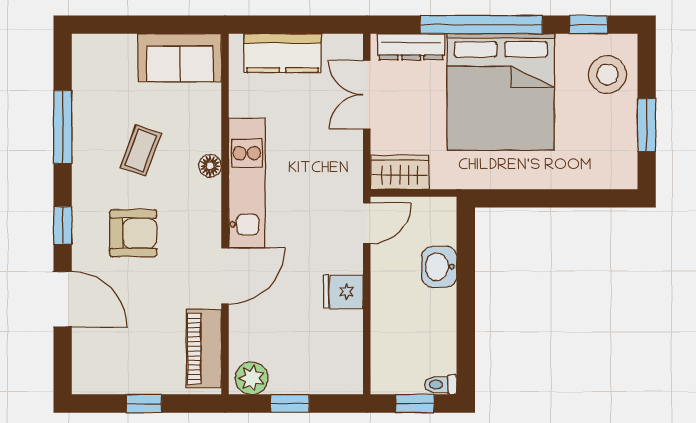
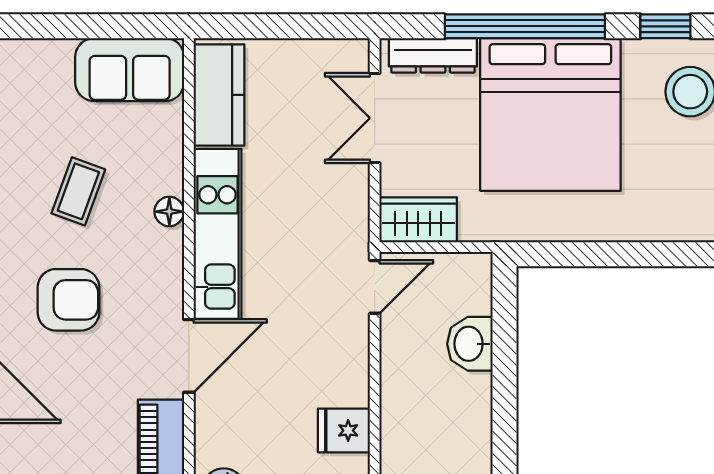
kitchen counter: (283, 53) -> (219, 95), moved, turned -90
fridge: (343, 292) -> (344, 430), moved

